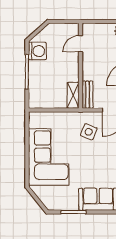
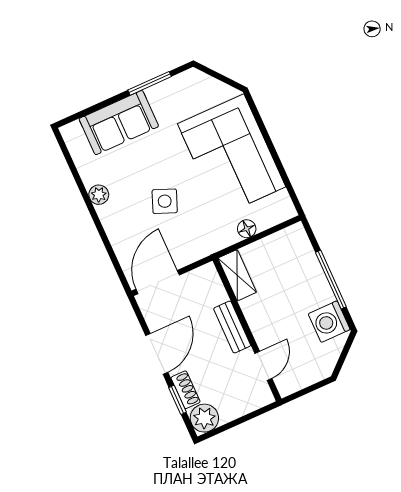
bench: (87, 95) -> (232, 327), moved
floor lamp: (58, 117) -> (247, 229), added
side table: (89, 132) -> (165, 201), moved

